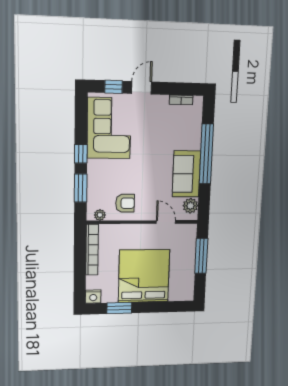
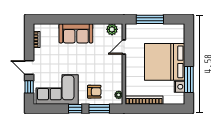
window: (206, 154) -> (74, 19), removed
sofa: (186, 174) -> (76, 33), moved
armchair: (125, 203) -> (94, 92), moved, turned 90
nightstand: (93, 297) -> (179, 87), moved
window: (119, 308) -> (189, 80), width x1.44

